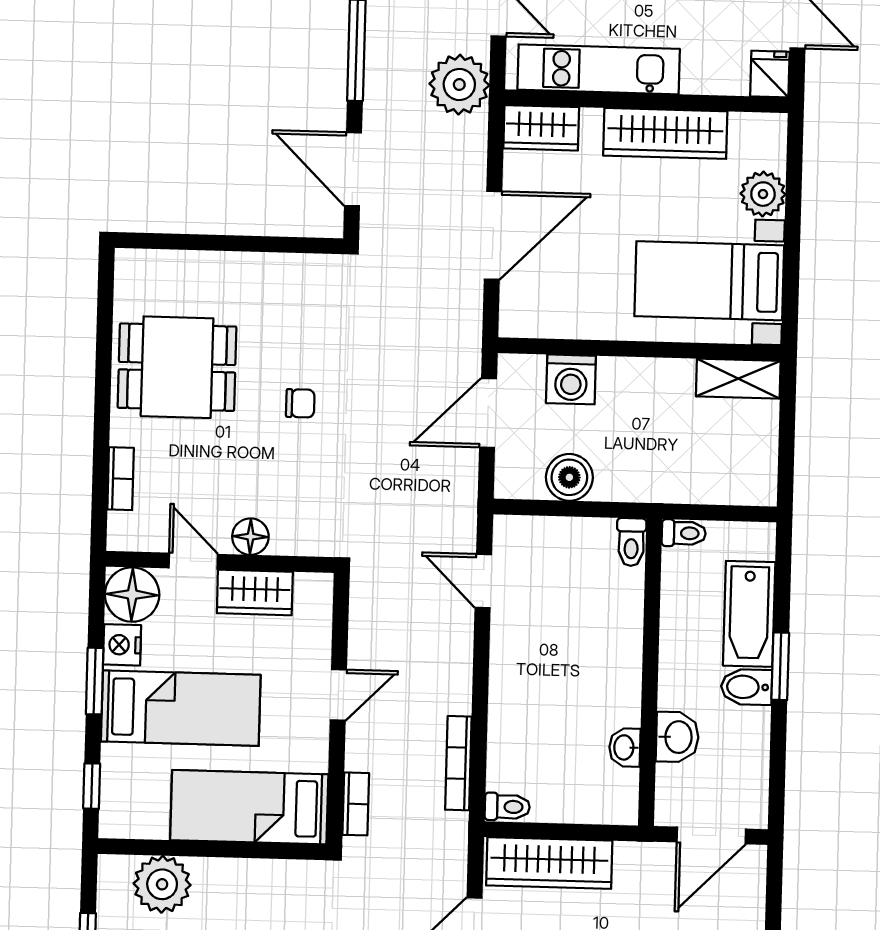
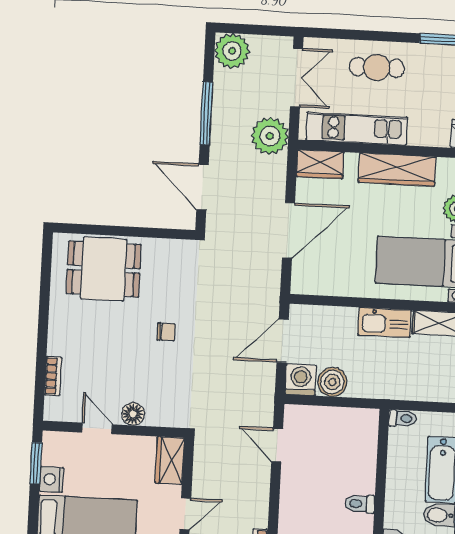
dining table: (177, 367) -> (104, 269), moved
washing machine: (571, 379) -> (301, 380), moved, turned 180
kitchen sink: (651, 380) -> (385, 322), added
toilet: (631, 542) -> (360, 504), moved, turned 90
wardrobe: (255, 593) -> (170, 461), moved, turned 90
floor lamp: (132, 595) -> (59, 448), removed
window: (95, 681) -> (36, 463), moved

